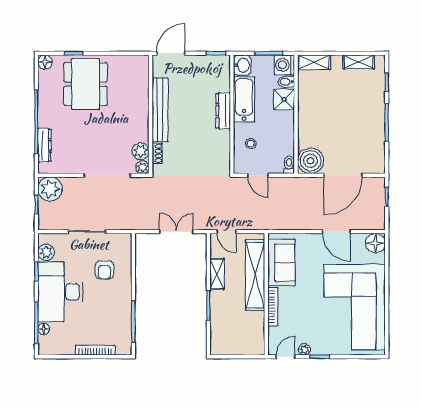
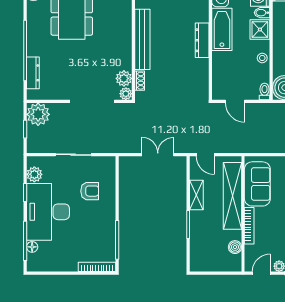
stool: (251, 144) -> (262, 58), moved
armchair: (104, 270) -> (90, 191), turned -90
boiler: (258, 329) -> (235, 247), added
bookcase: (95, 350) -> (97, 267), moved

